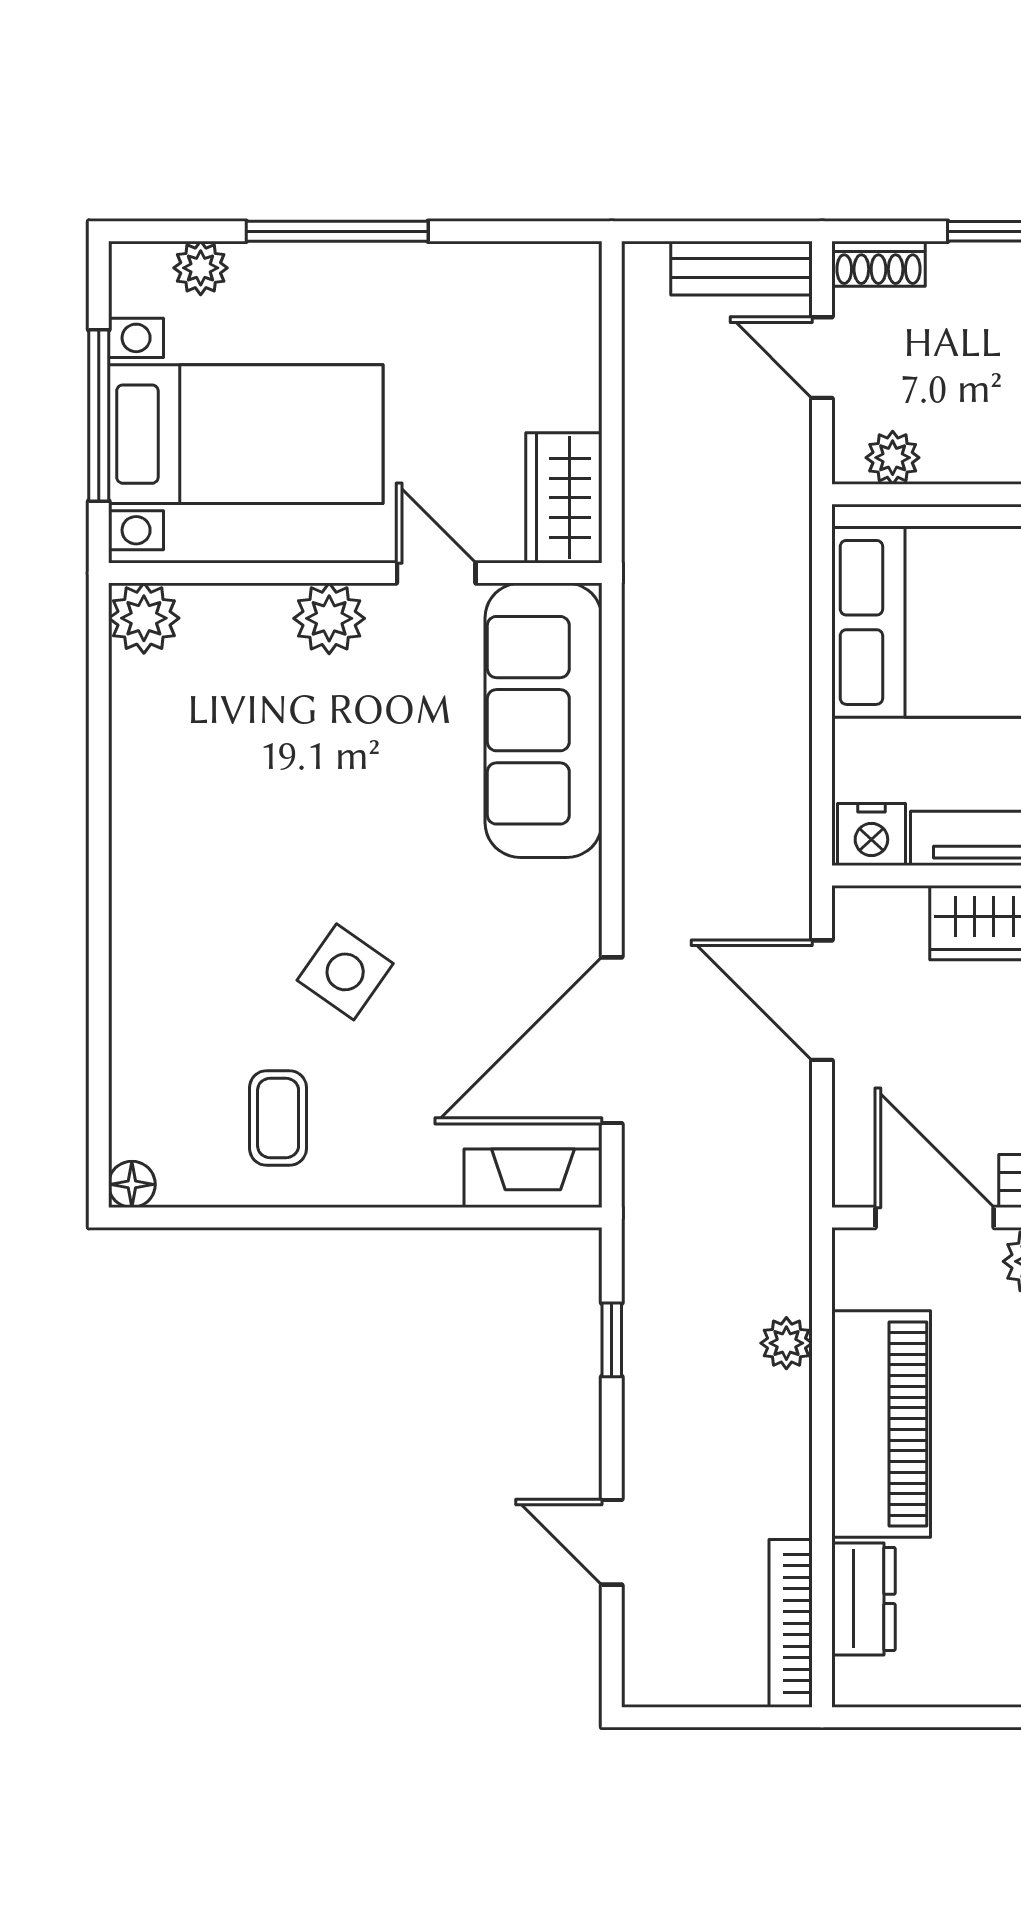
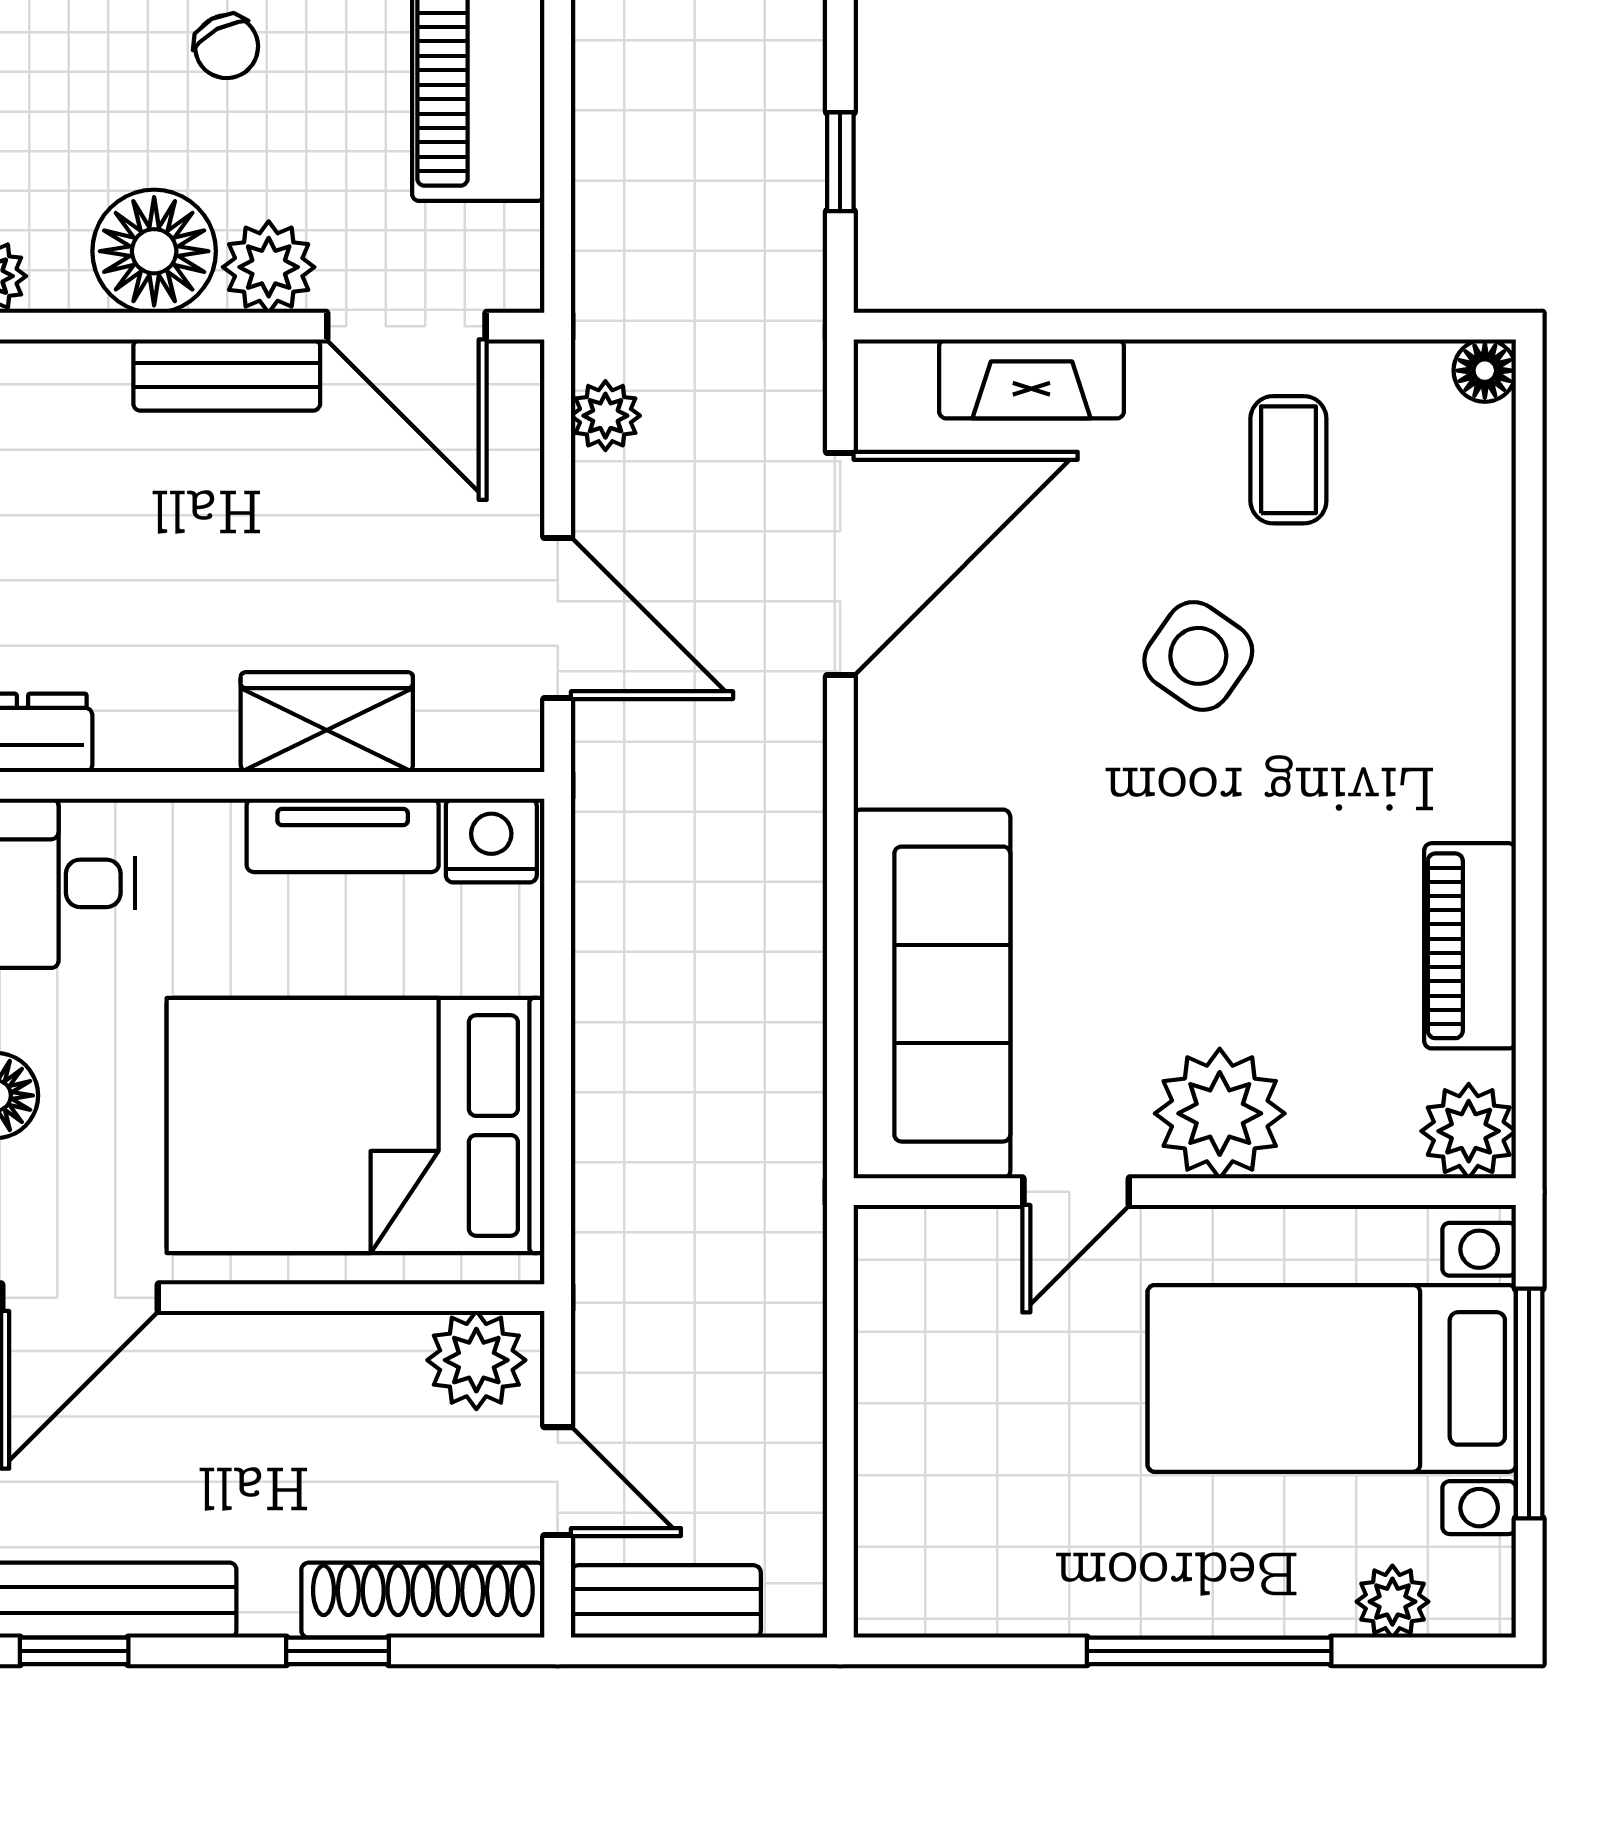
shoe rack: (878, 264) -> (423, 1600), width x1.94, depth x1.24
plant: (893, 458) -> (476, 1360), width x1.38, depth x1.38
wardrobe: (564, 498) -> (904, 1293), removed
door: (436, 573) -> (1076, 1192), hinge flipped
plant: (329, 618) -> (1220, 1113), width x1.36, depth x1.36
piano: (143, 756) -> (1470, 946), added
fireplace: (533, 1178) -> (1031, 379), moved
plant: (786, 1343) -> (605, 416), moved

